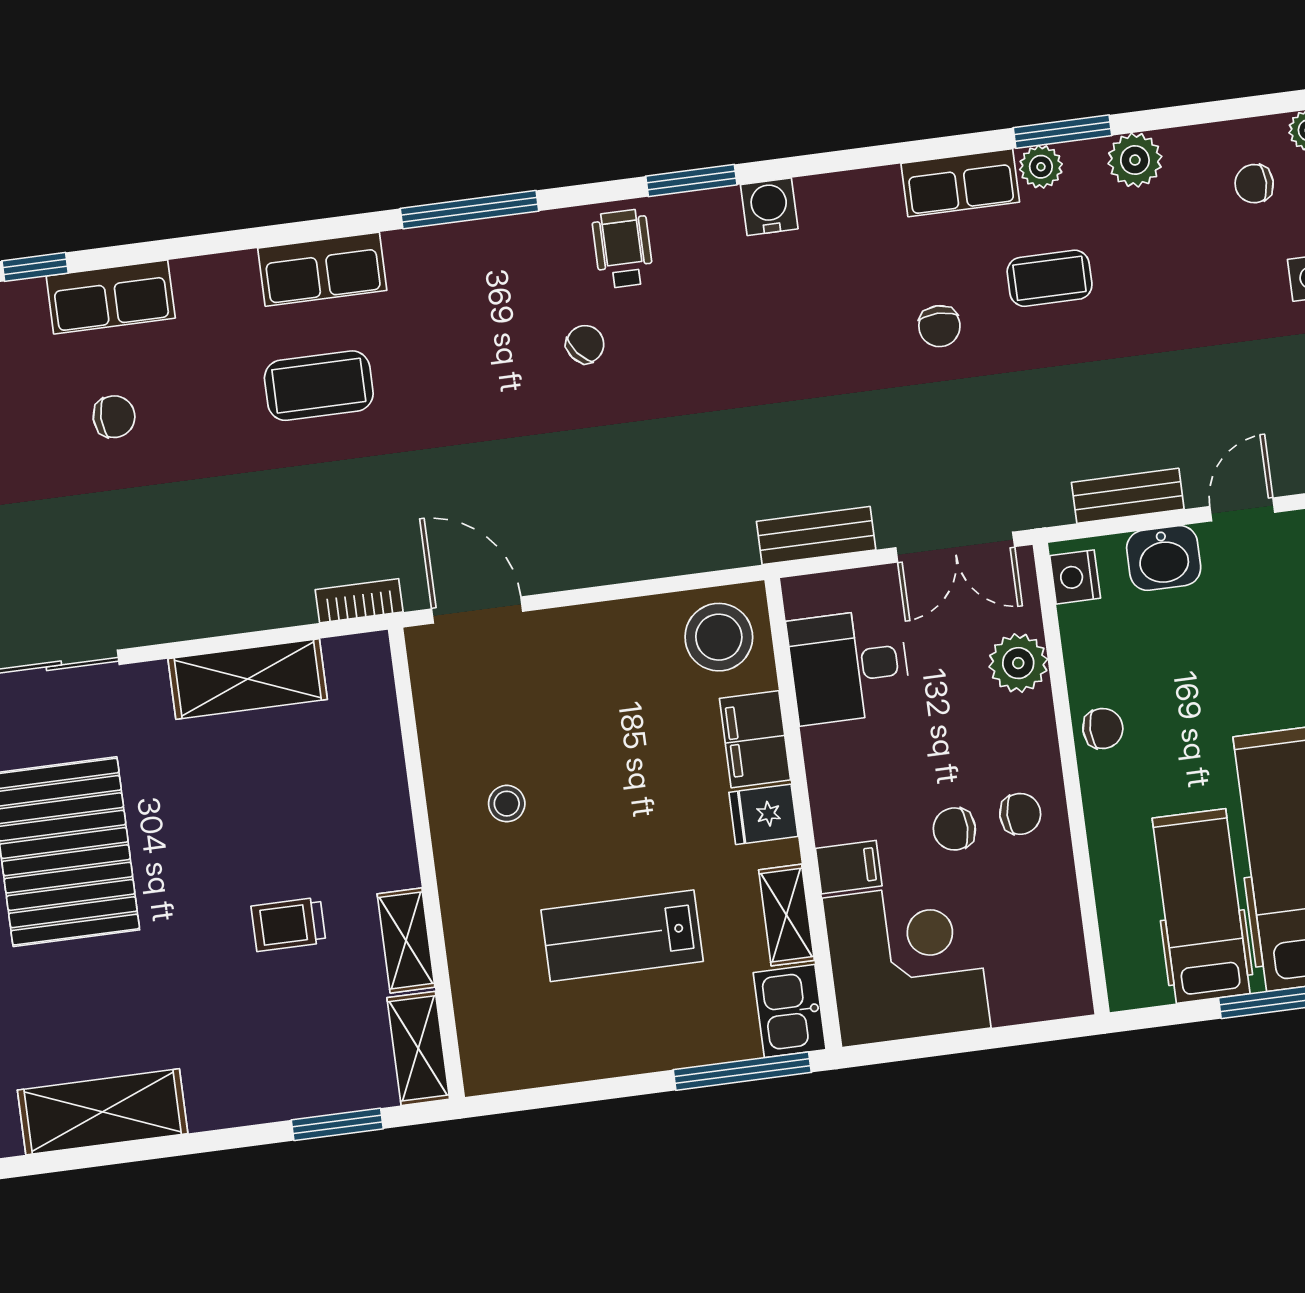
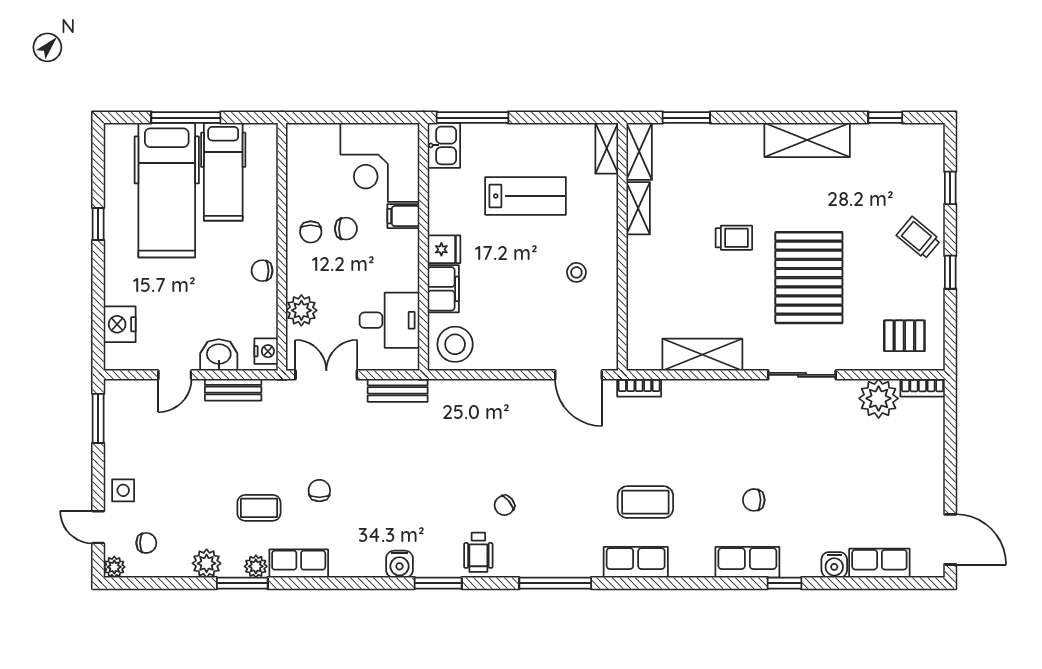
chair: (1020, 814) -> (311, 232), turned -91
shelving: (786, 915) -> (607, 148), moved
trolley: (288, 924) -> (734, 238), moved

